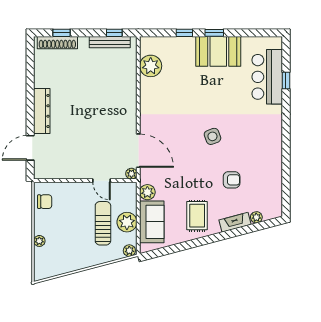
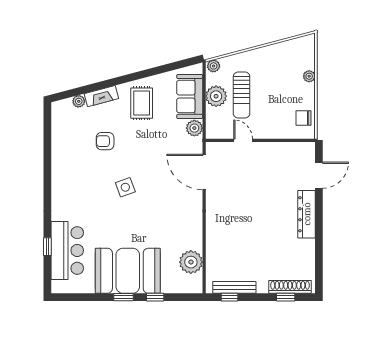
booth: (218, 51) -> (128, 271), width x1.36, depth x1.42
plant: (131, 174) -> (211, 148), removed

